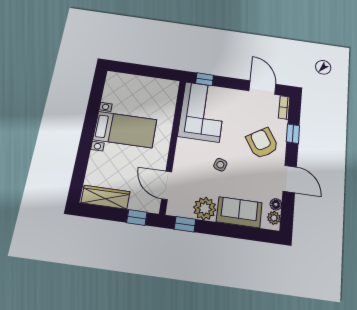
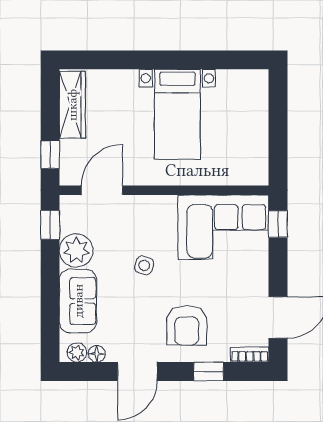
armchair: (262, 143) -> (187, 325), turned 122

